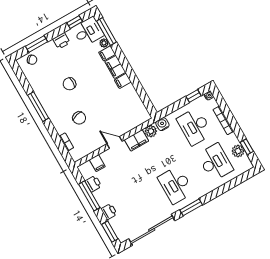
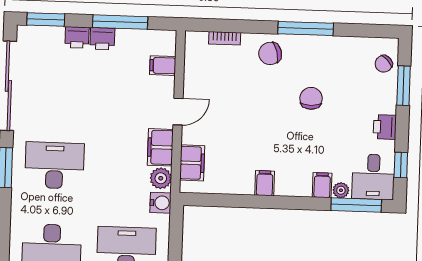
filing cabinet: (115, 67) -> (192, 163), moved, turned 90
chair: (79, 118) -> (270, 53), moved
printer: (93, 184) -> (102, 39), moved

